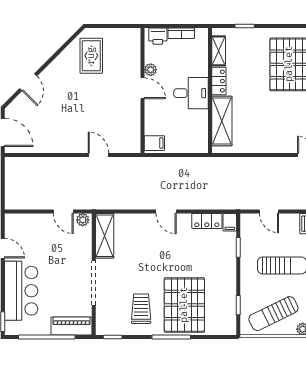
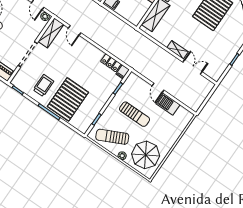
shelving: (280, 146) -> (177, 50), added
door: (166, 211) -> (75, 30), moved
door: (269, 211) -> (158, 88), moved

